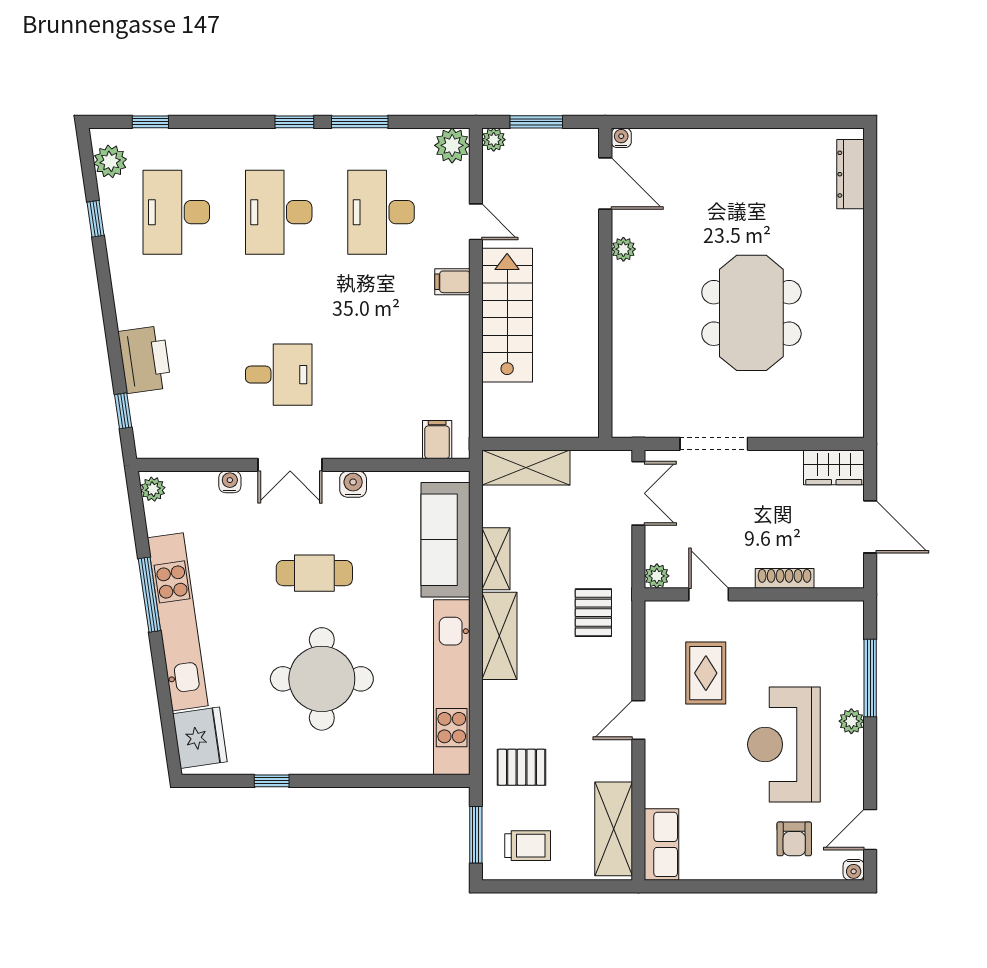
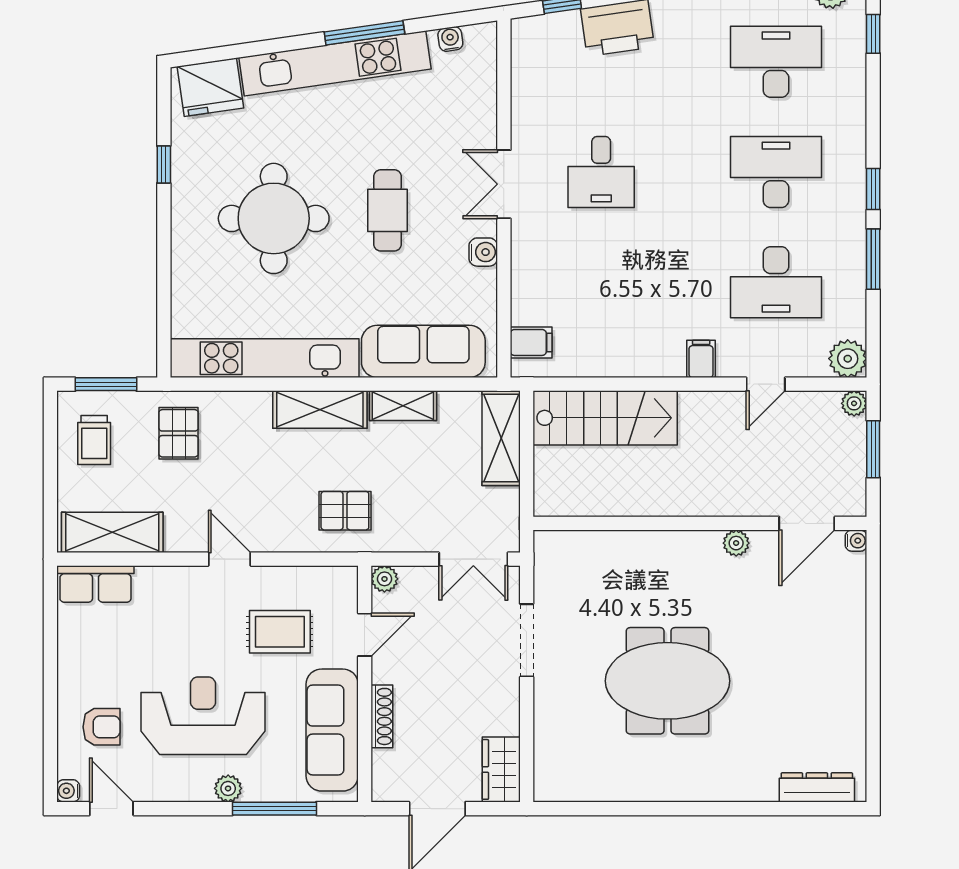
desk: (381, 212) -> (776, 282), turned 180
stairs: (507, 315) -> (605, 418), moved
water cooler: (230, 482) -> (450, 39), moved, turned -98
plant: (153, 489) -> (478, 37), removed
sofa: (797, 625) -> (332, 730), added
armchair: (794, 839) -> (101, 727), turned 180

